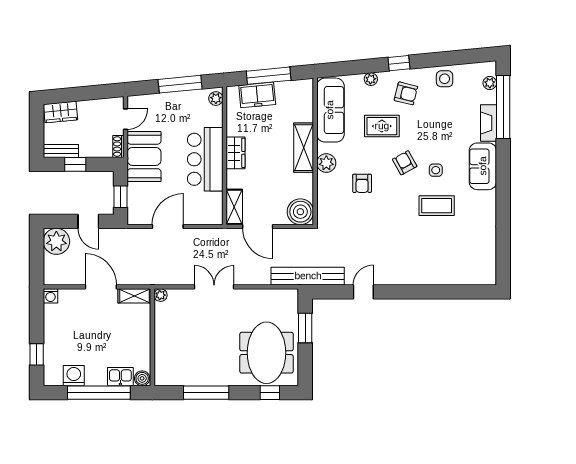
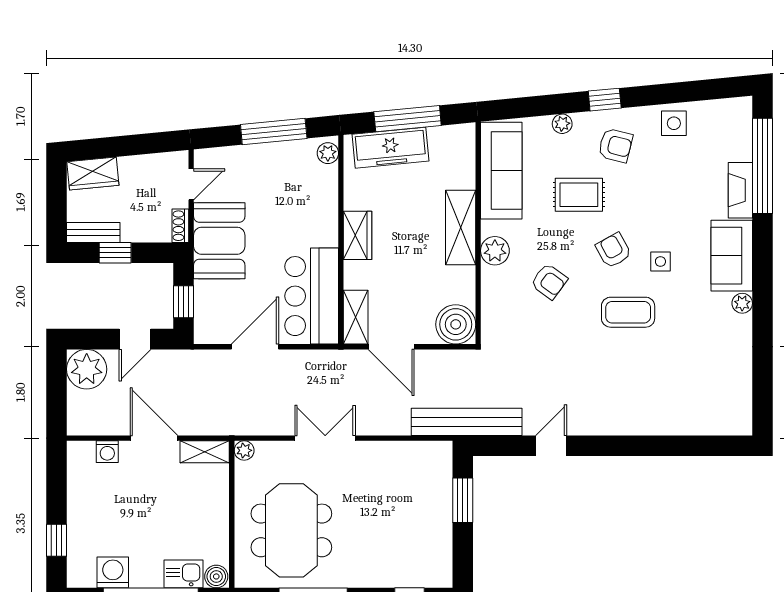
plant: (490, 83) -> (742, 303), moved
freezer: (257, 95) -> (390, 148), width x1.40
bar counter: (205, 159) -> (312, 296), moved
armchair: (362, 183) -> (549, 281), turned -54
coffee table: (437, 206) -> (628, 312), moved
door: (88, 221) -> (135, 339), hinge flipped
washing machine: (50, 296) -> (107, 452), moved
meeting table: (266, 353) -> (291, 530), moved

